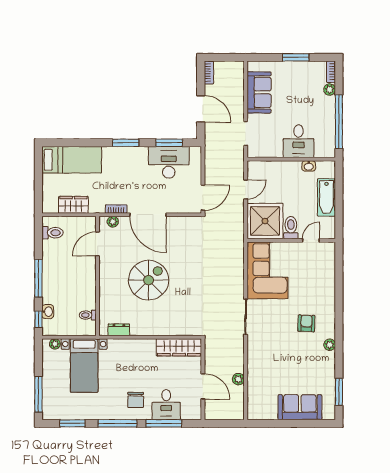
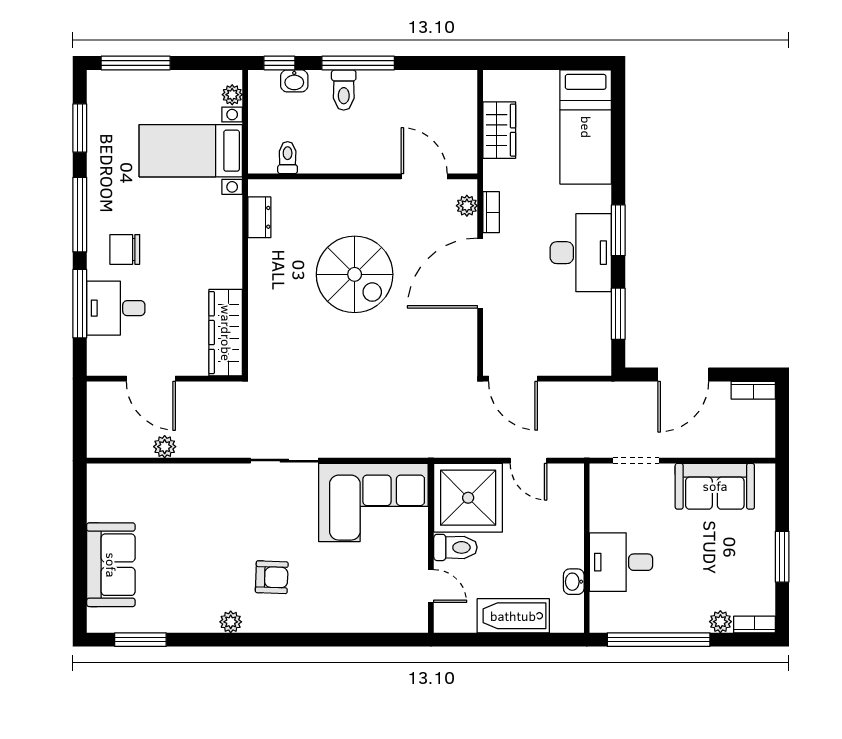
desk: (169, 162) -> (581, 253), moved
toilet: (53, 233) -> (344, 90), moved
door: (203, 386) -> (151, 379), hinge flipped

